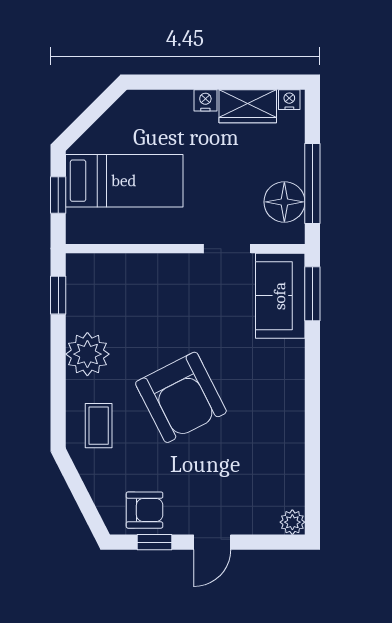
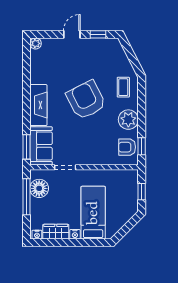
bed: (124, 181) -> (93, 213), moved, turned 90
fireplace: (286, 386) -> (38, 105), added
armchair: (144, 510) -> (127, 147), moved

